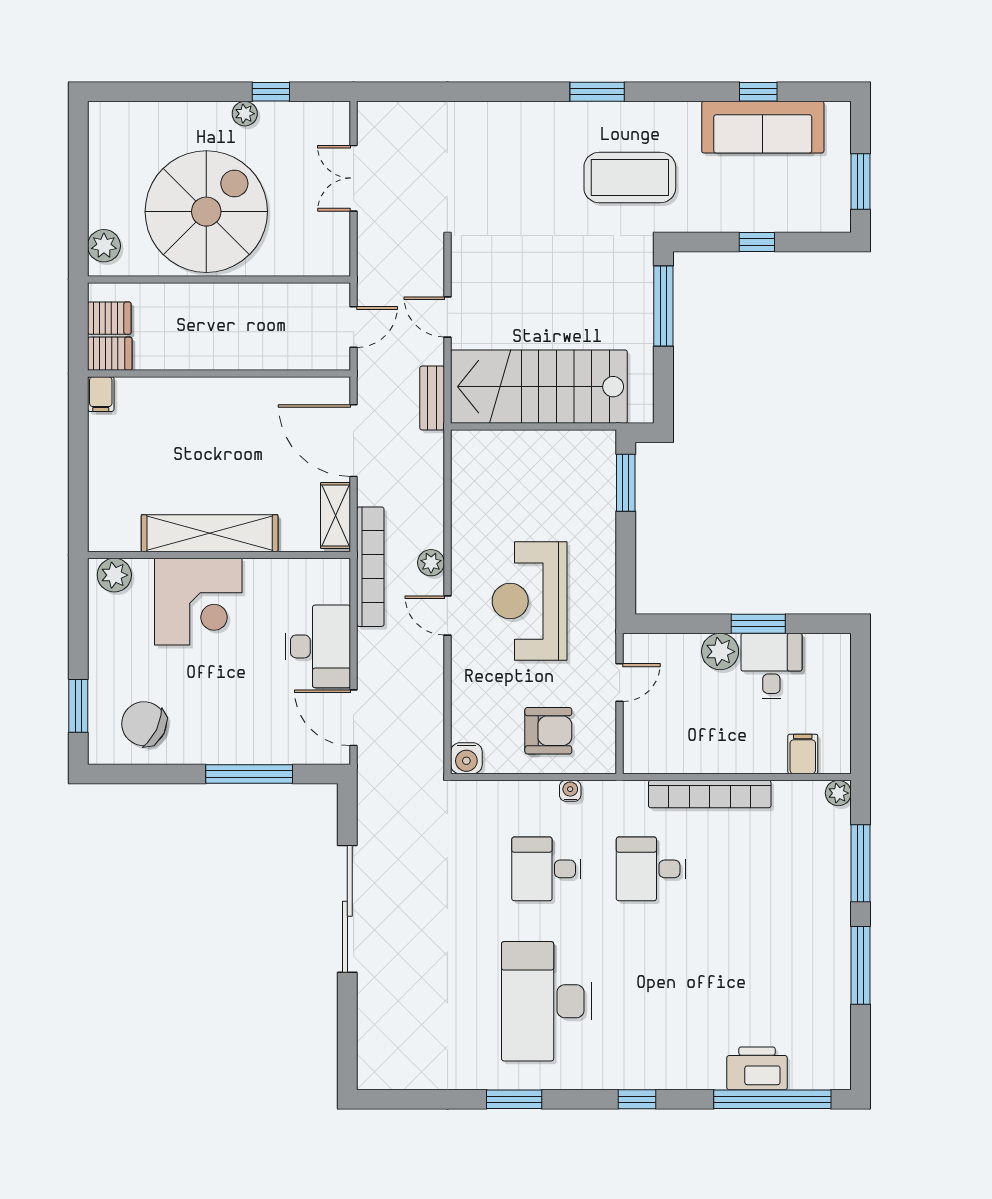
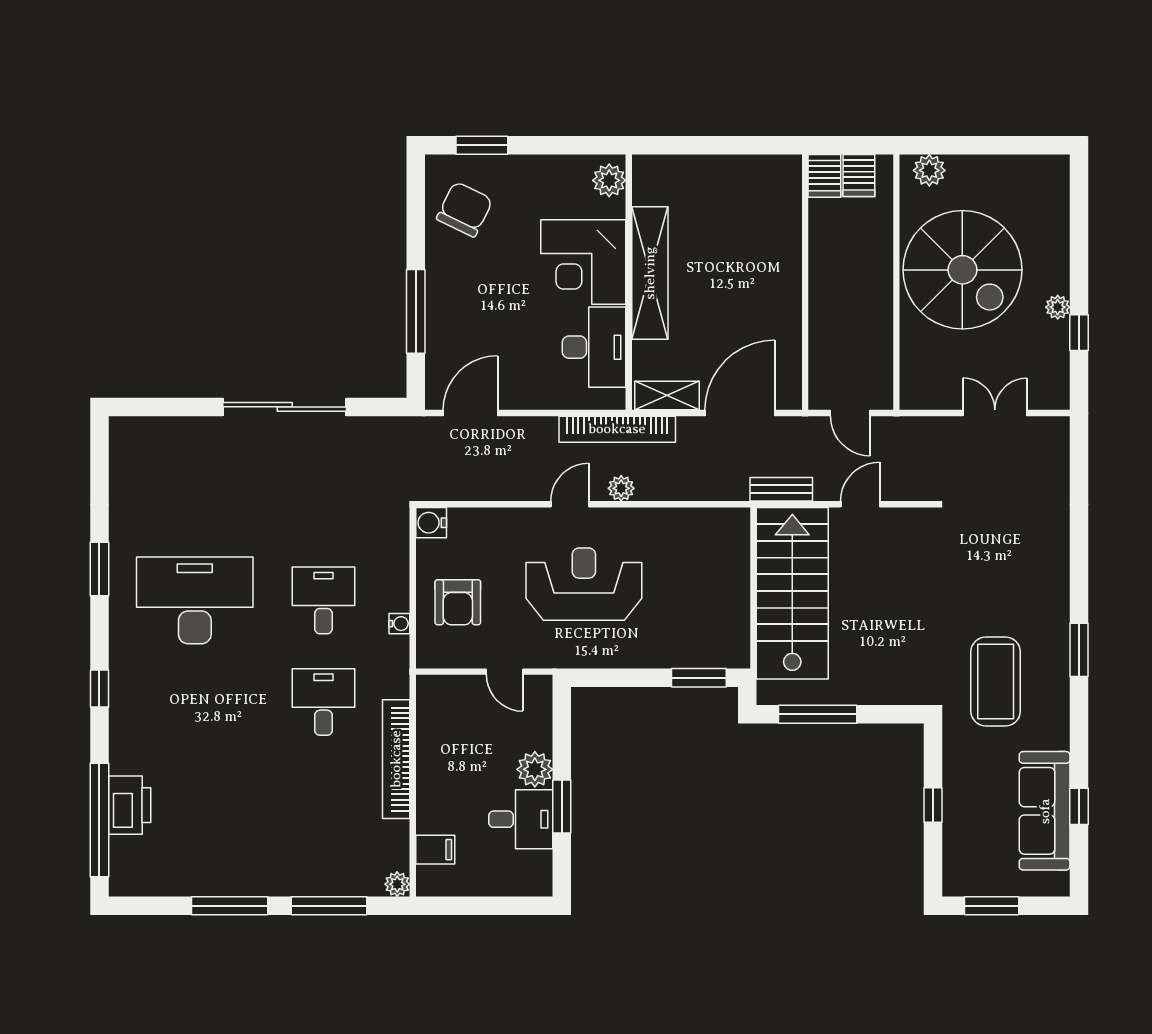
window: (663, 306) -> (818, 714), moved
filing cabinet: (101, 394) -> (785, 167), removed
desk: (318, 646) -> (594, 347), moved, turned -90

